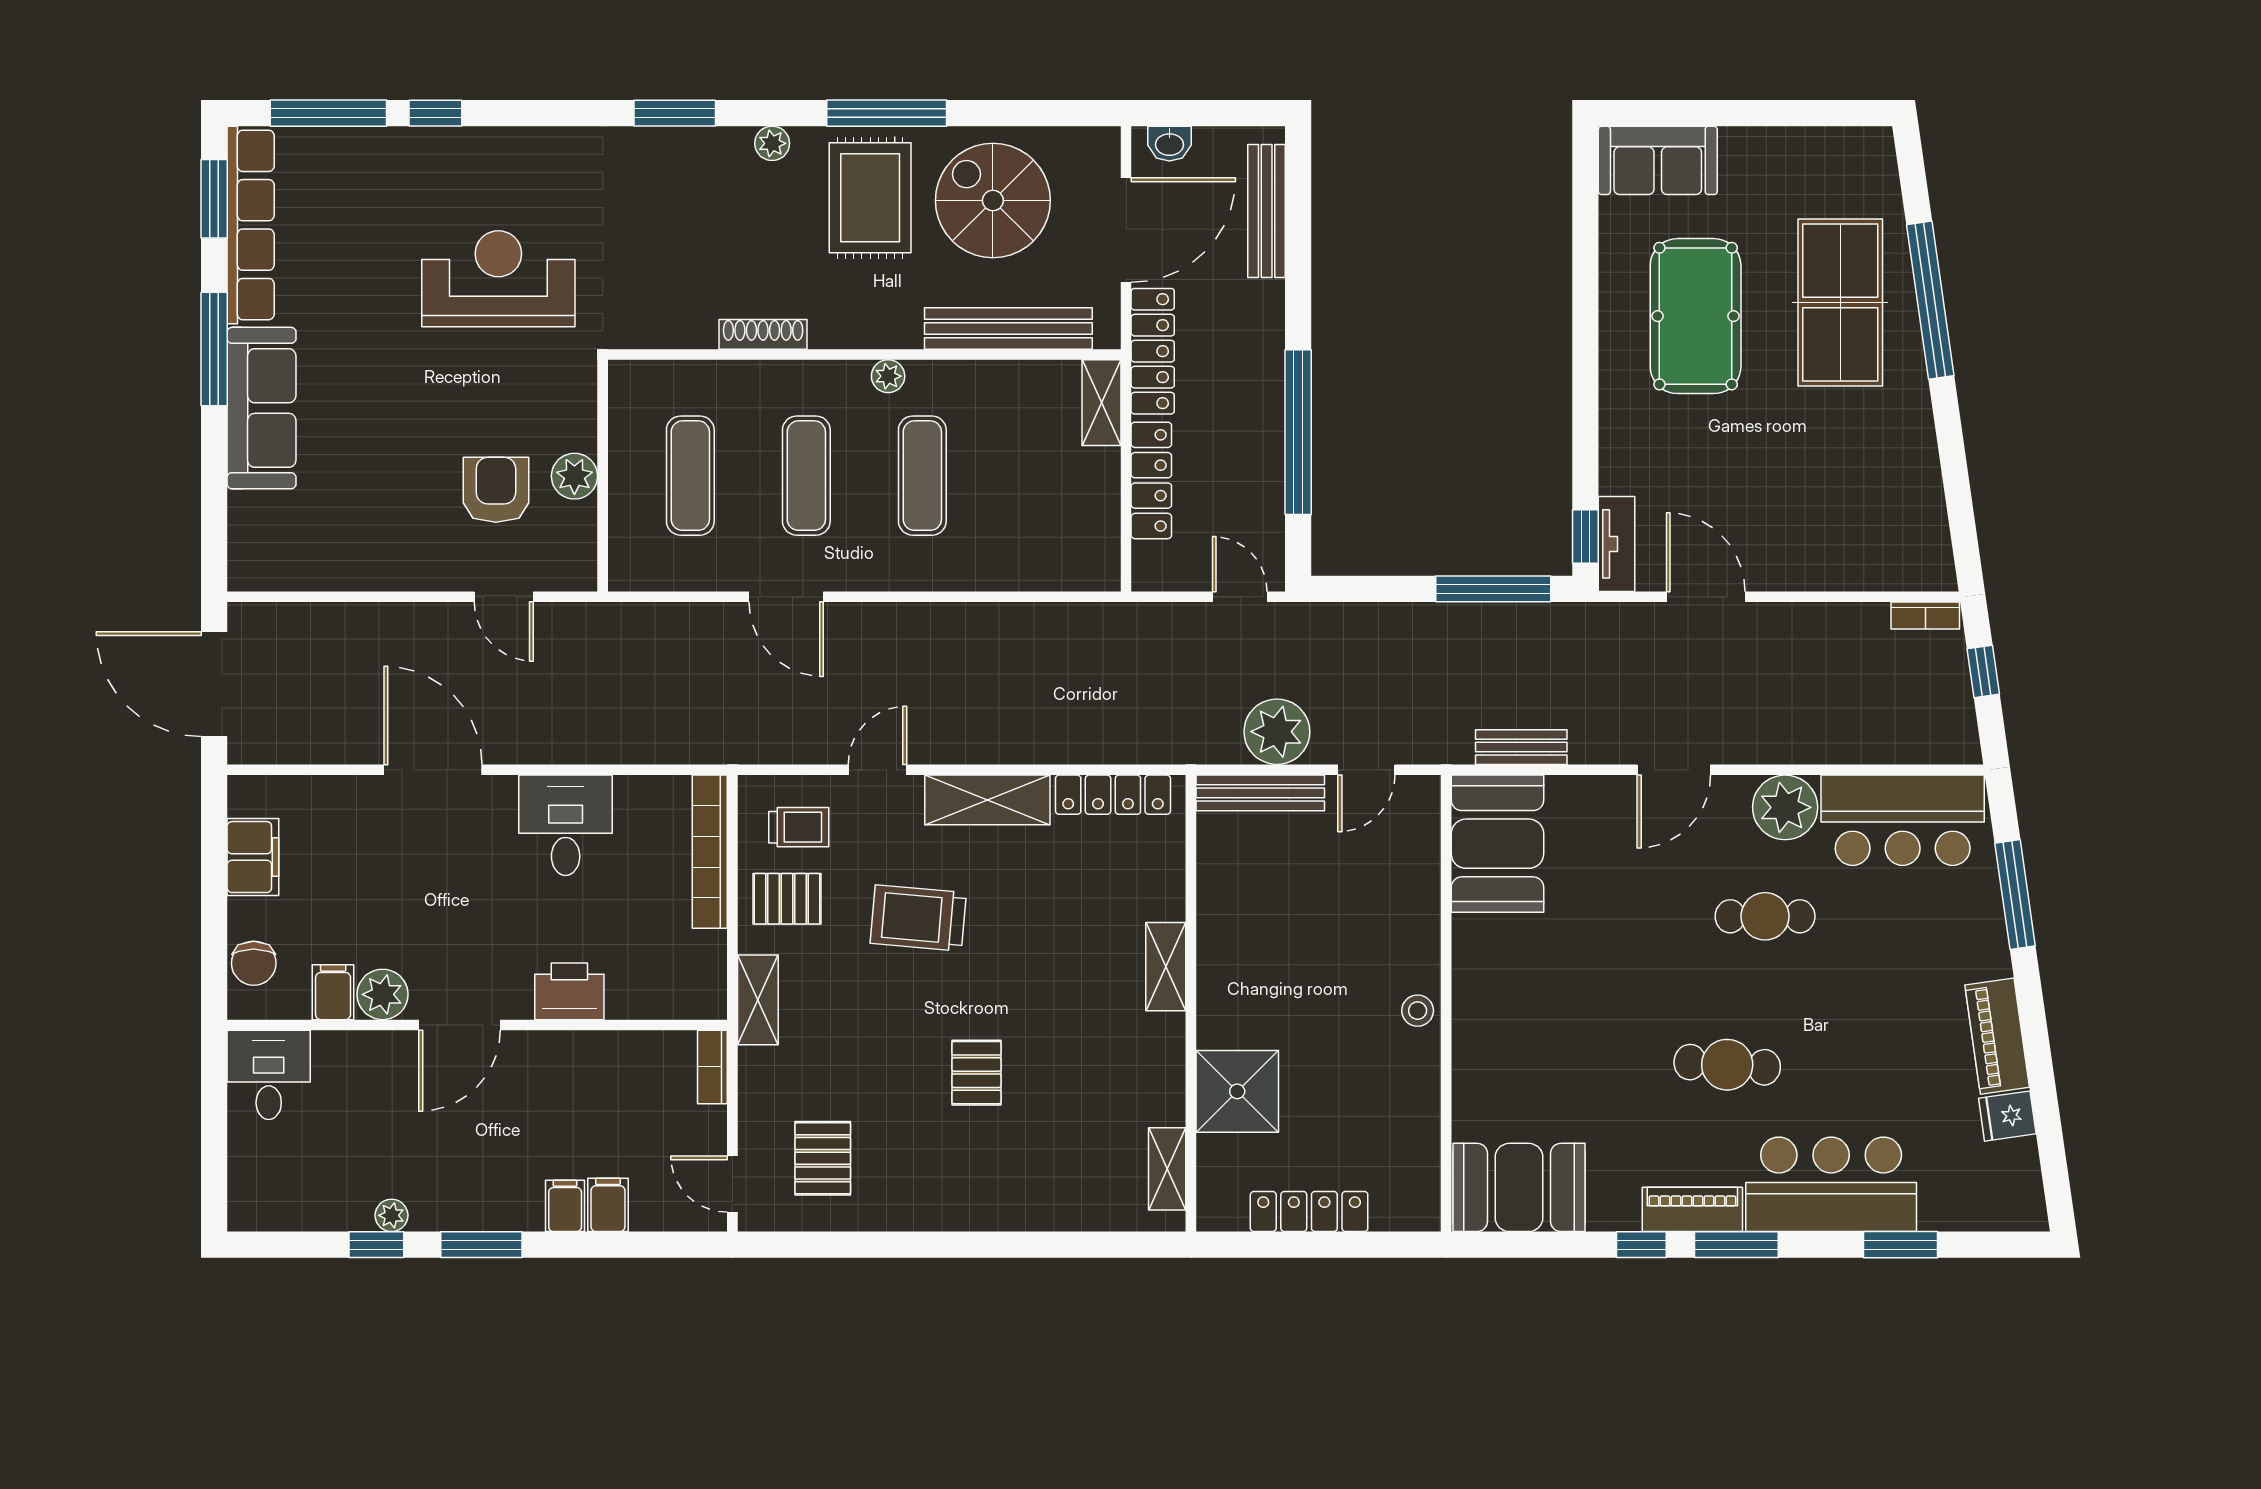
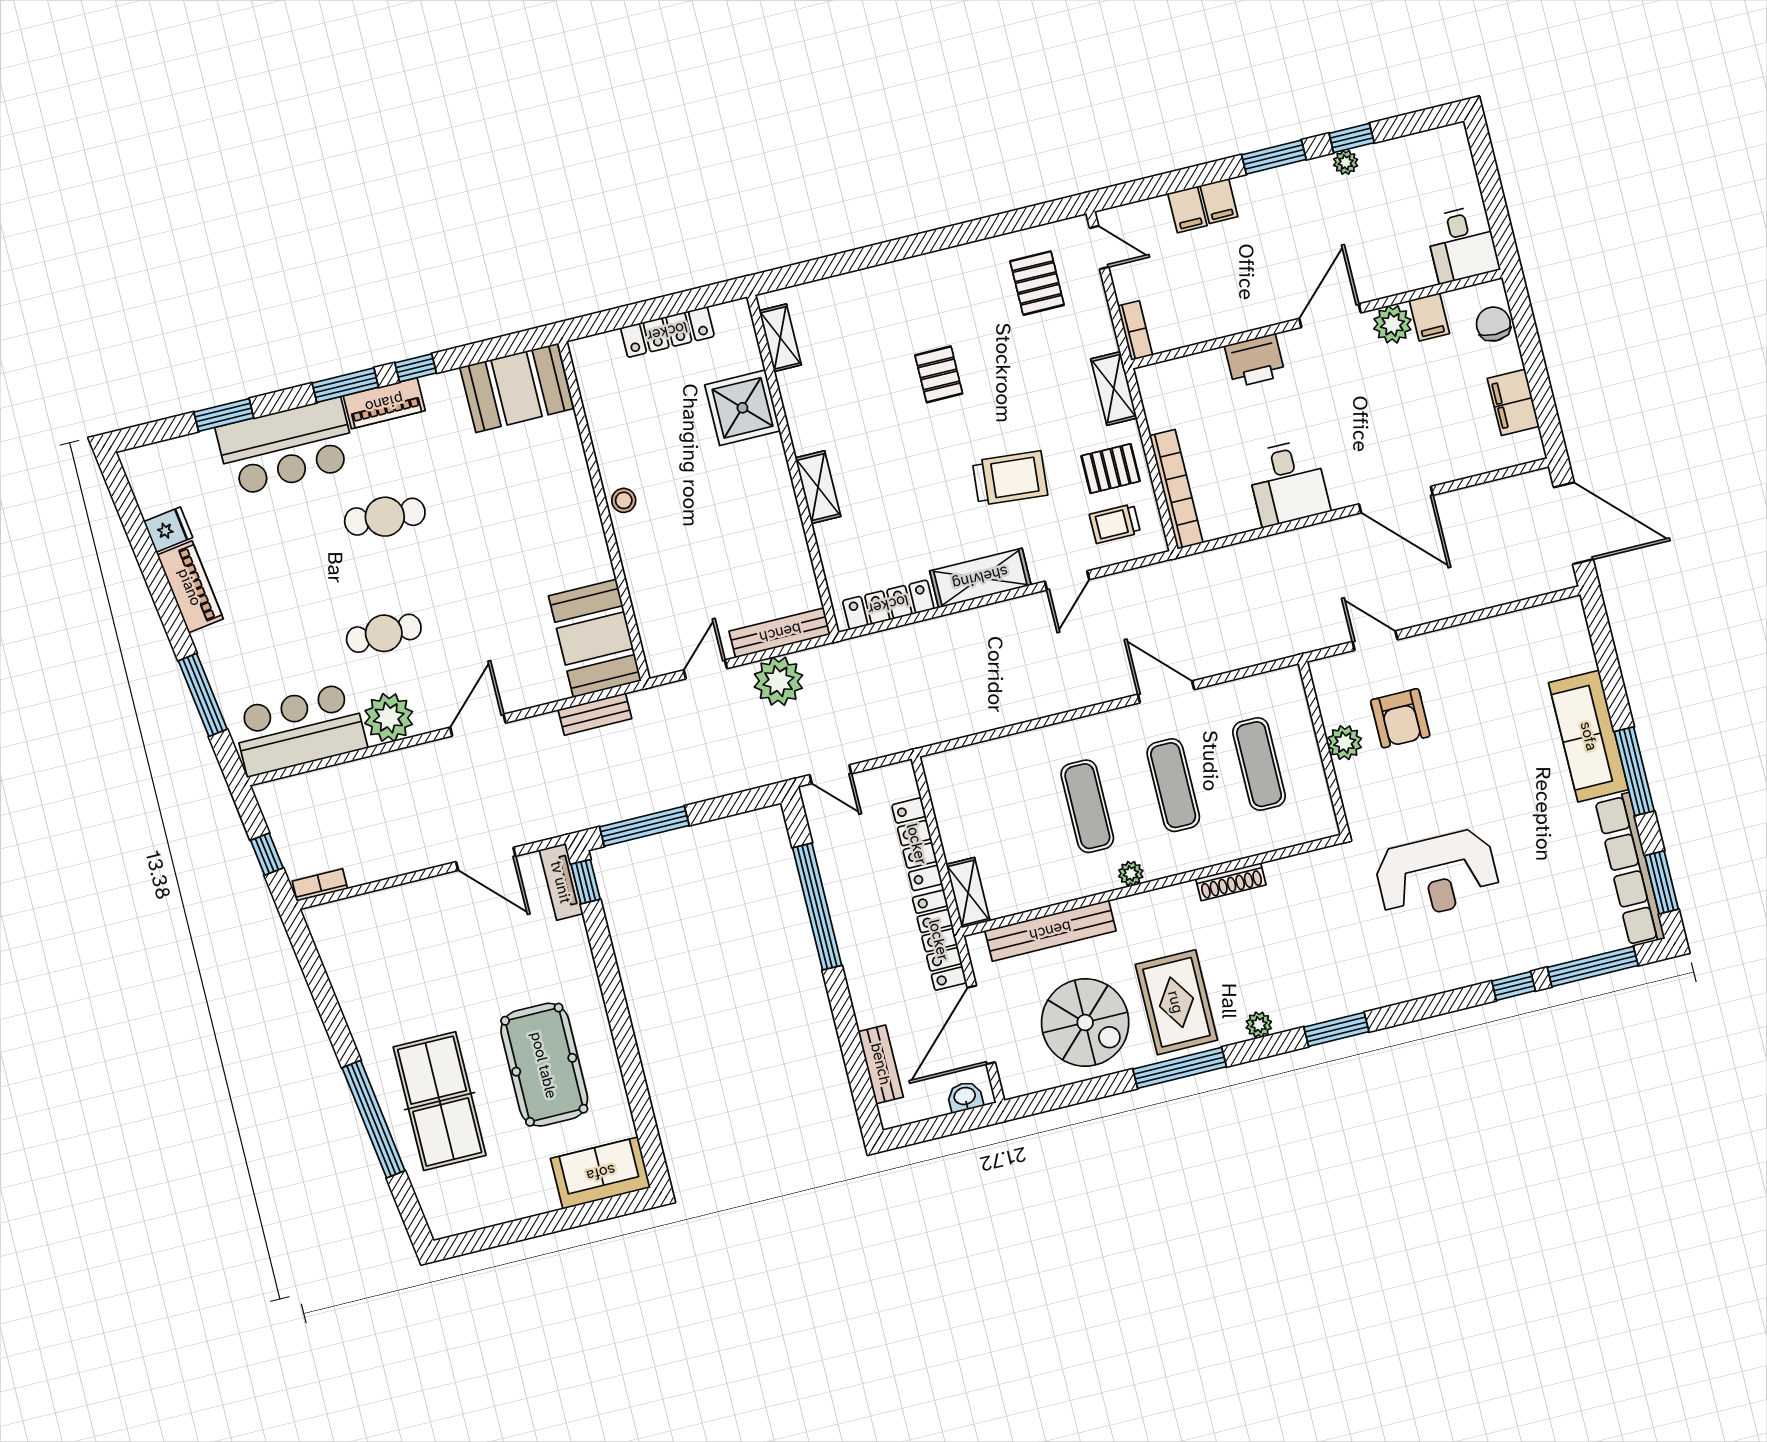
bench: (1267, 211) -> (881, 1064), width x0.73

